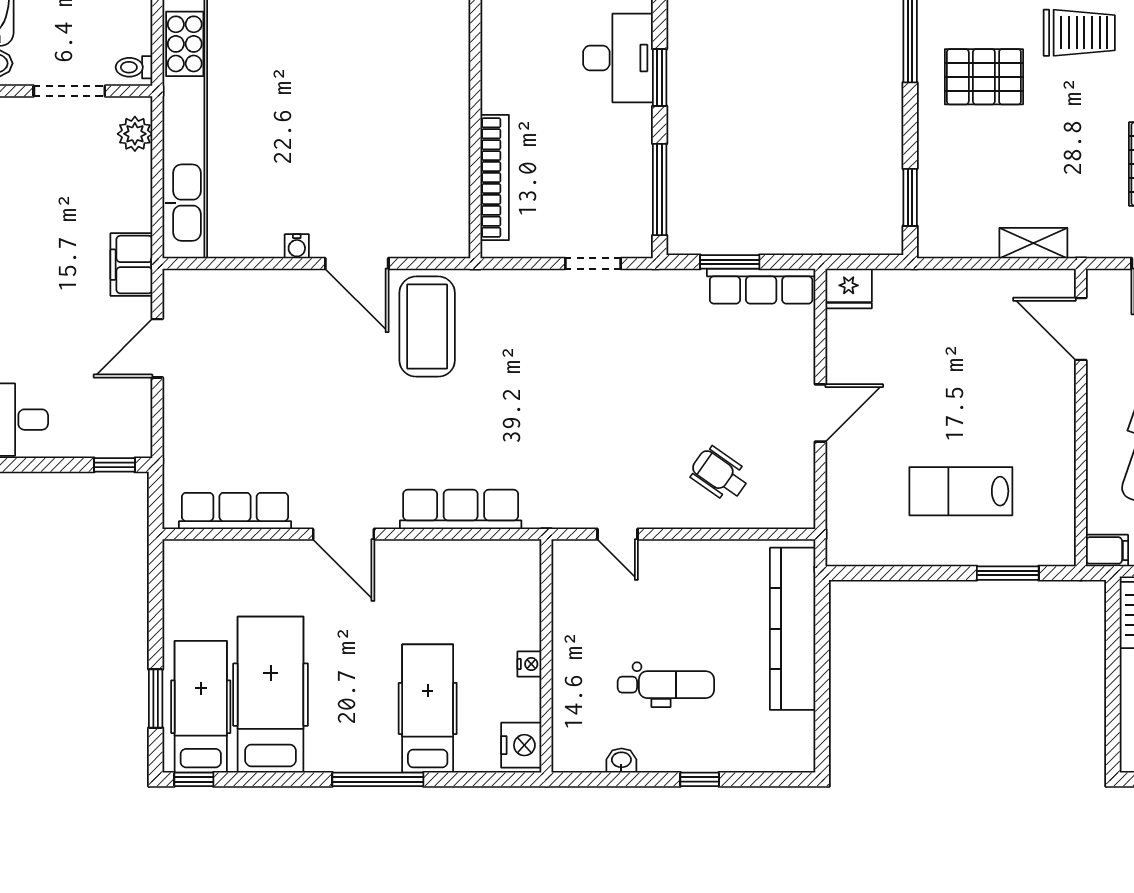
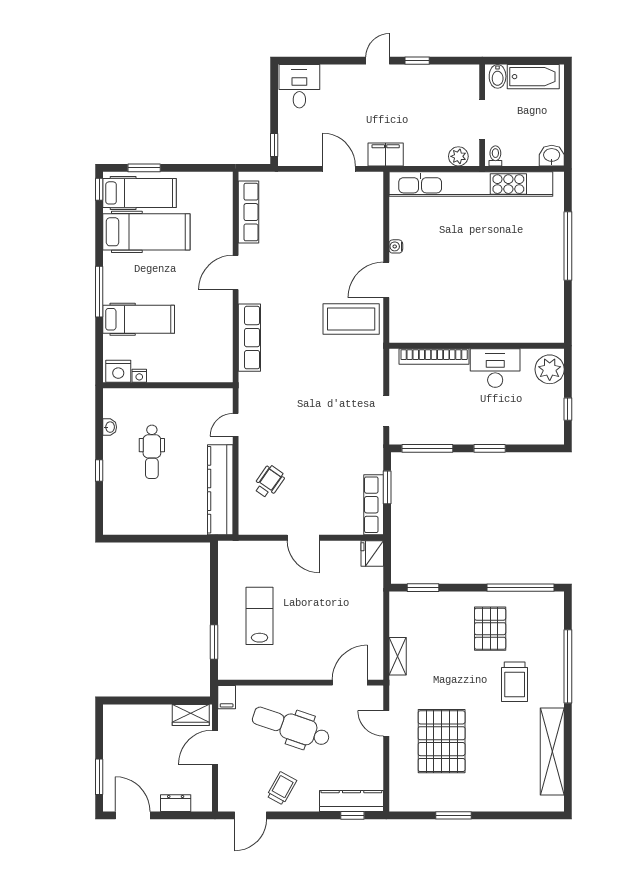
desk: (618, 58) -> (495, 368), moved, turned 180
kitchen counter: (793, 629) -> (220, 490), moved, turned -90
nightstand: (529, 664) -> (139, 376), moved

